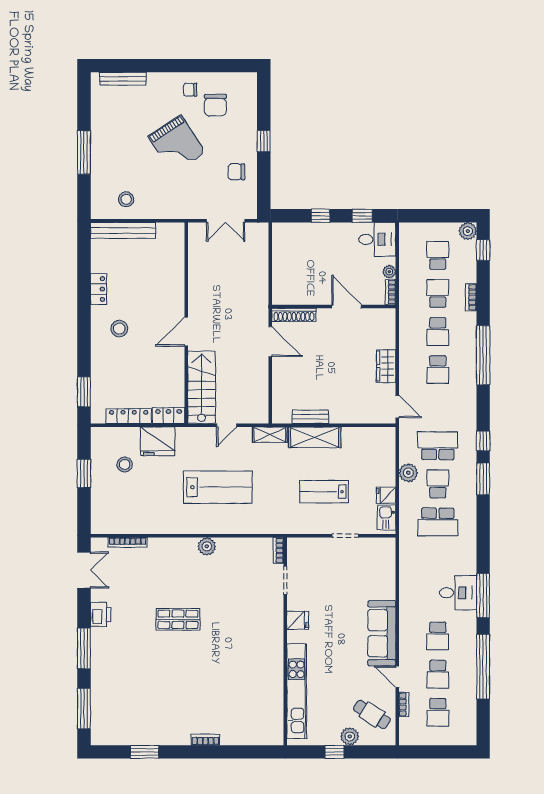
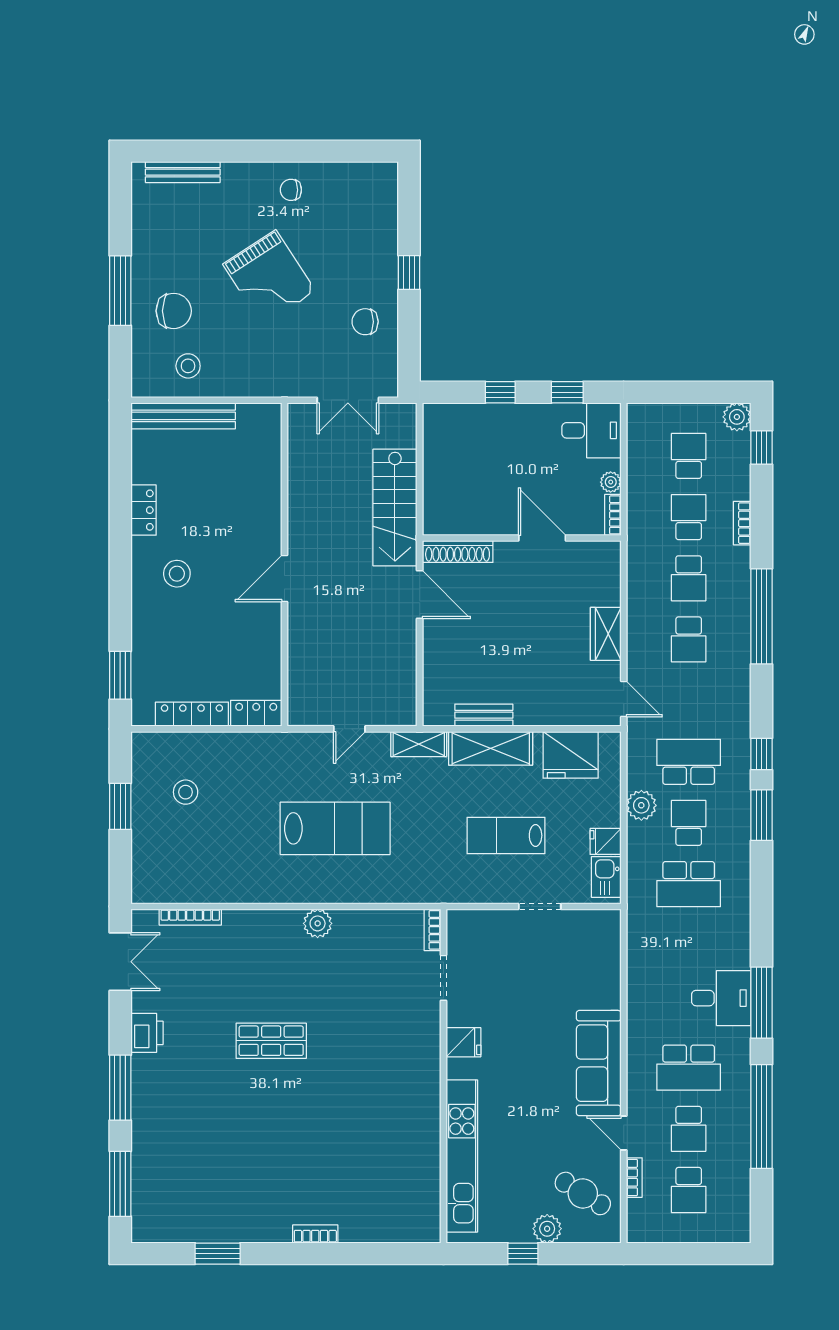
chair: (215, 105) -> (174, 311), moved, turned -90
stairs: (202, 387) -> (395, 508), moved, turned 180
fridge: (158, 441) -> (571, 755), moved
school desk: (438, 636) -> (689, 1068), width x1.85

